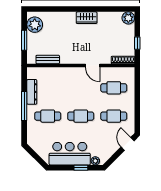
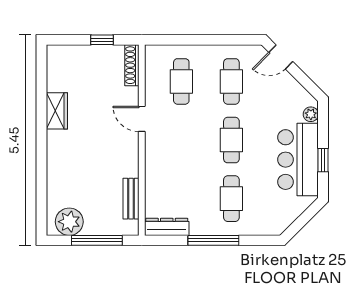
wardrobe: (87, 18) -> (57, 111), moved
plant: (128, 18) -> (57, 56), removed
window: (24, 40) -> (97, 240), width x1.44
door: (93, 66) -> (142, 119), swing flipped
dresser: (32, 92) -> (167, 227), moved
window: (81, 168) -> (323, 160), moved

